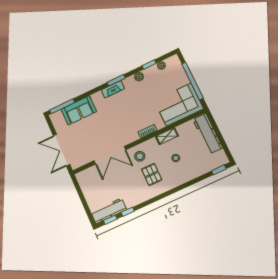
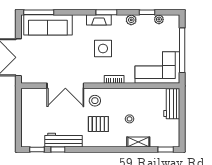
sofa: (79, 110) -> (48, 25), width x1.36
side table: (127, 110) -> (103, 48), added
workbench: (208, 134) -> (172, 104), width x0.73
shelving: (167, 136) -> (138, 142), moved
pallet: (152, 174) -> (98, 124), turned 90
workbench: (109, 211) -> (64, 140), moved

